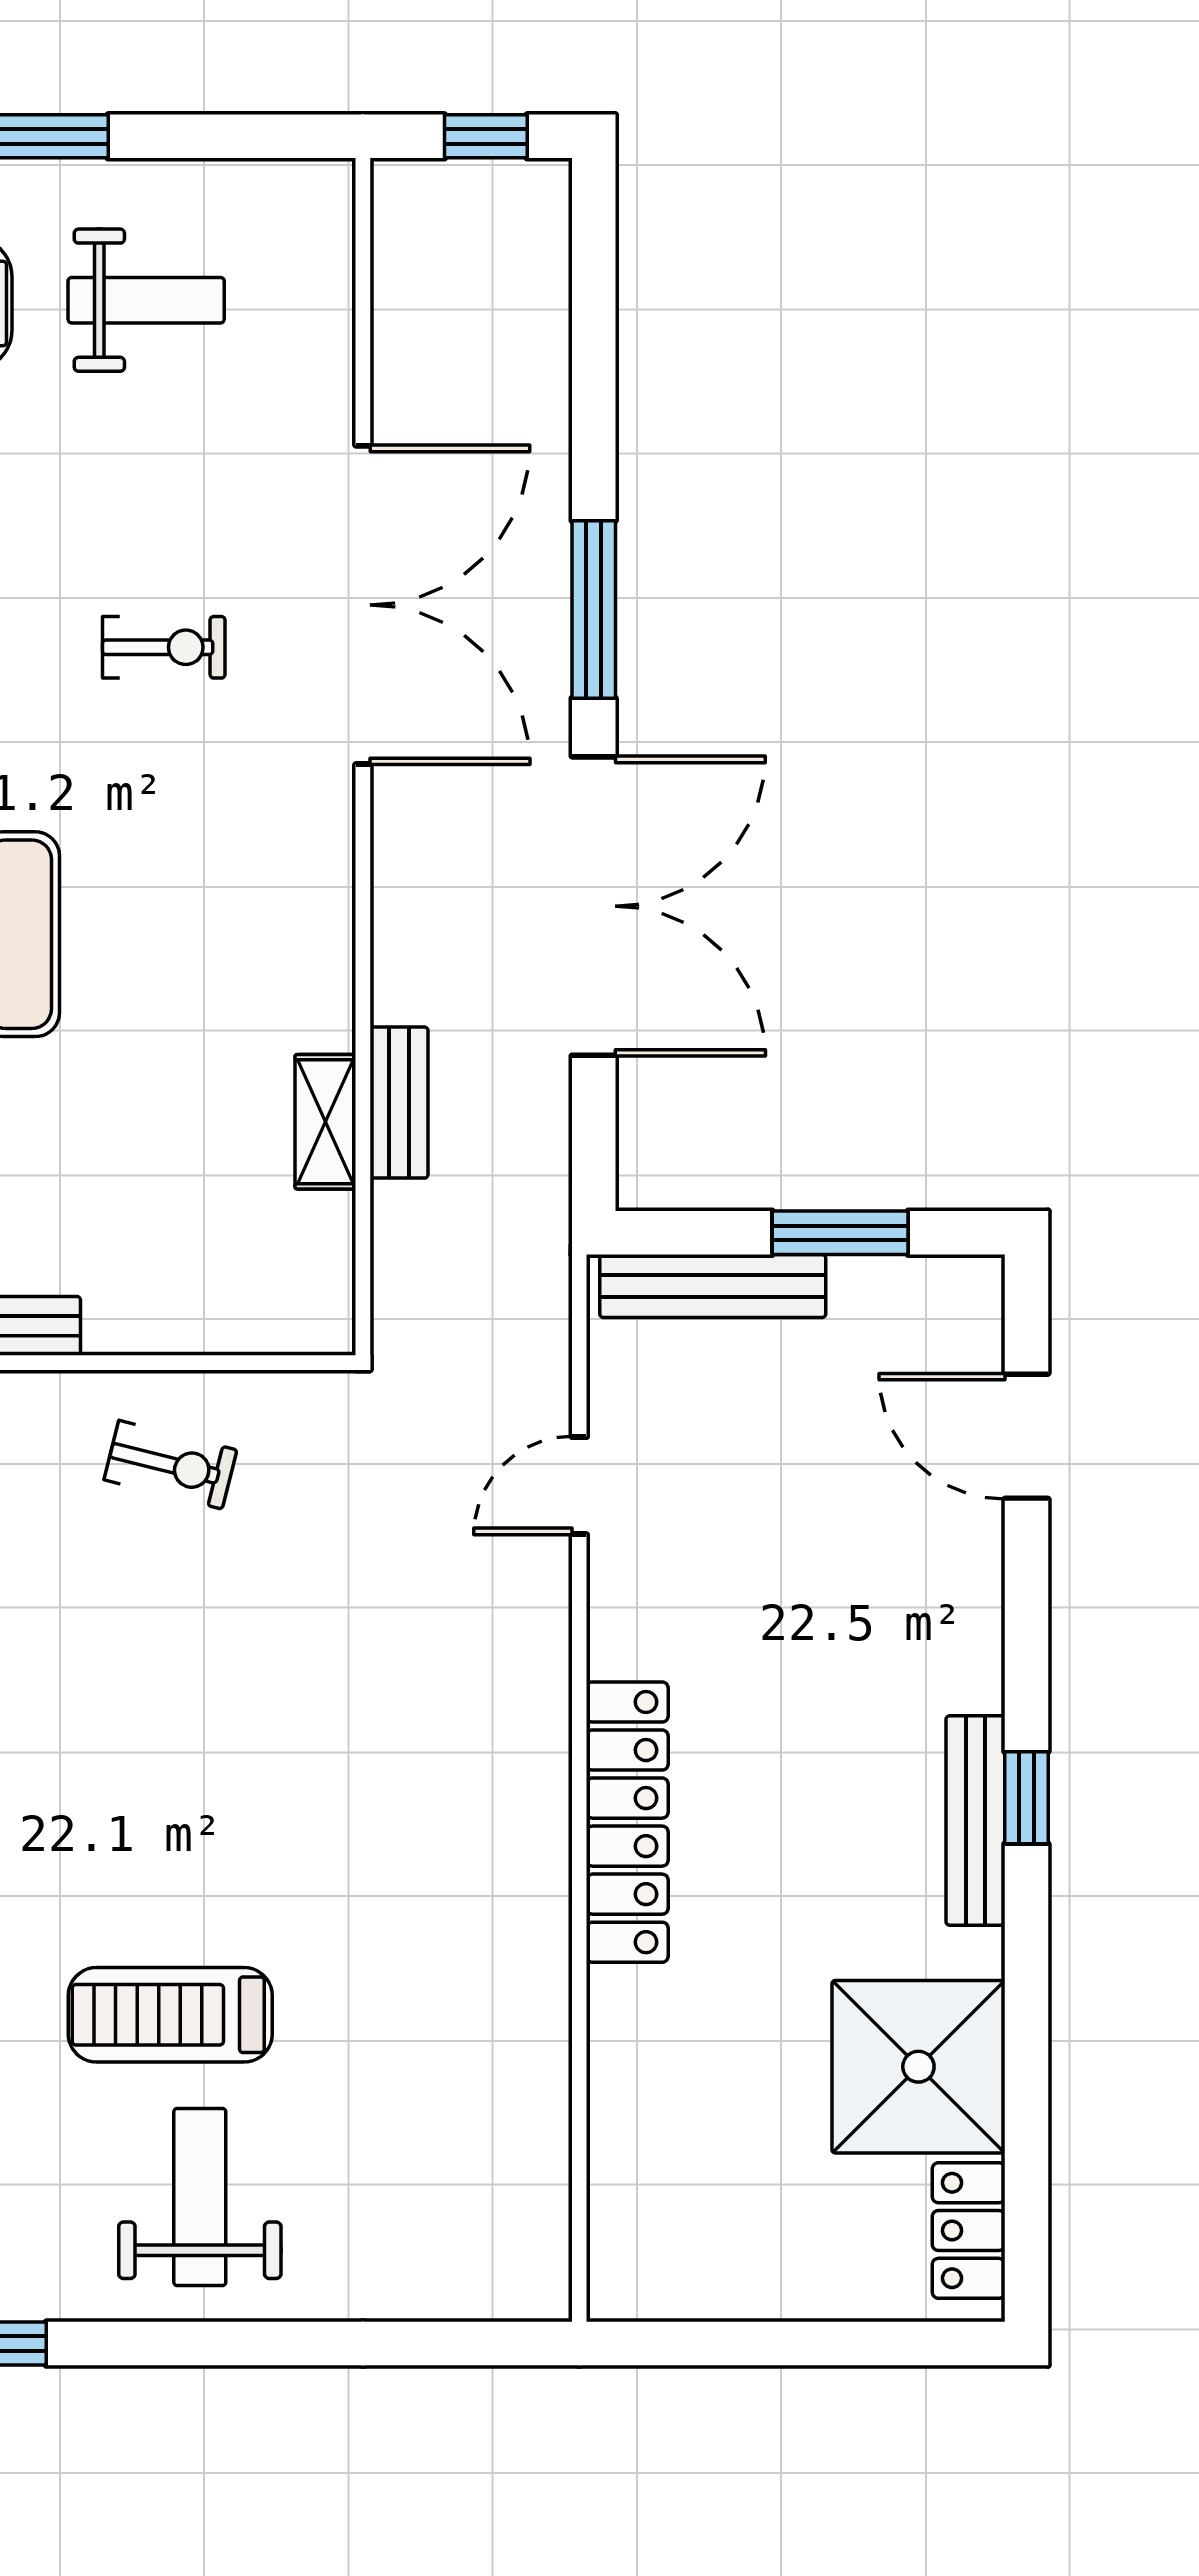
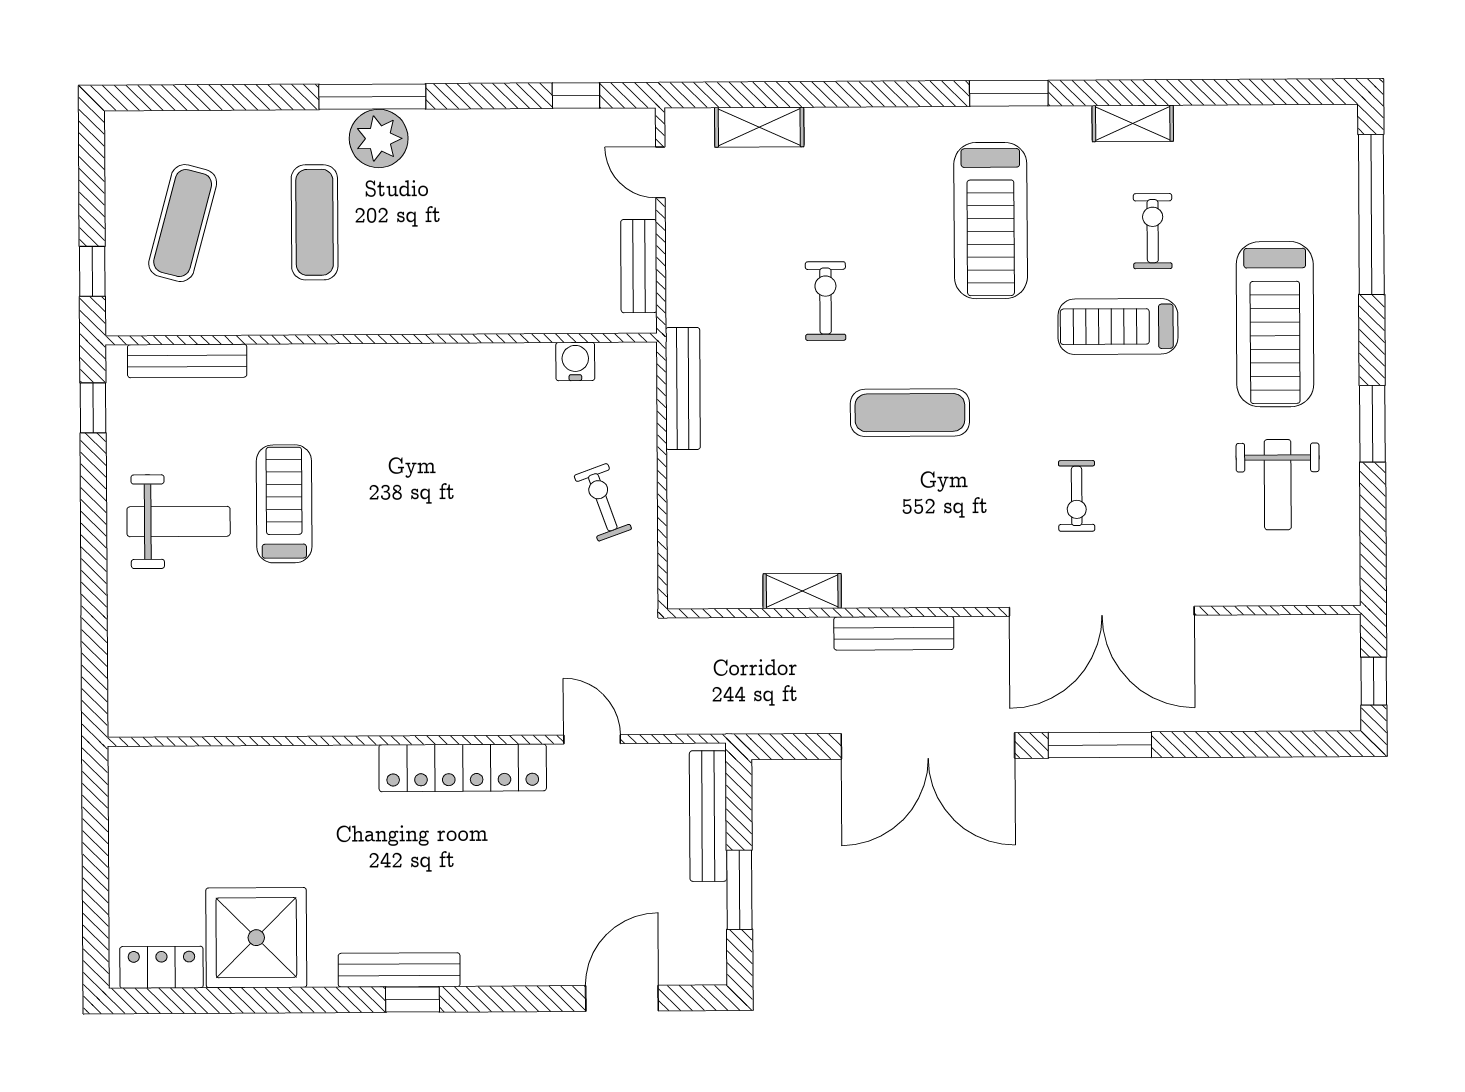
bench: (399, 1103) -> (894, 633), moved, width x1.36
exercise bike: (170, 1465) -> (603, 502), turned 146
locker: (627, 1822) -> (463, 768), moved

